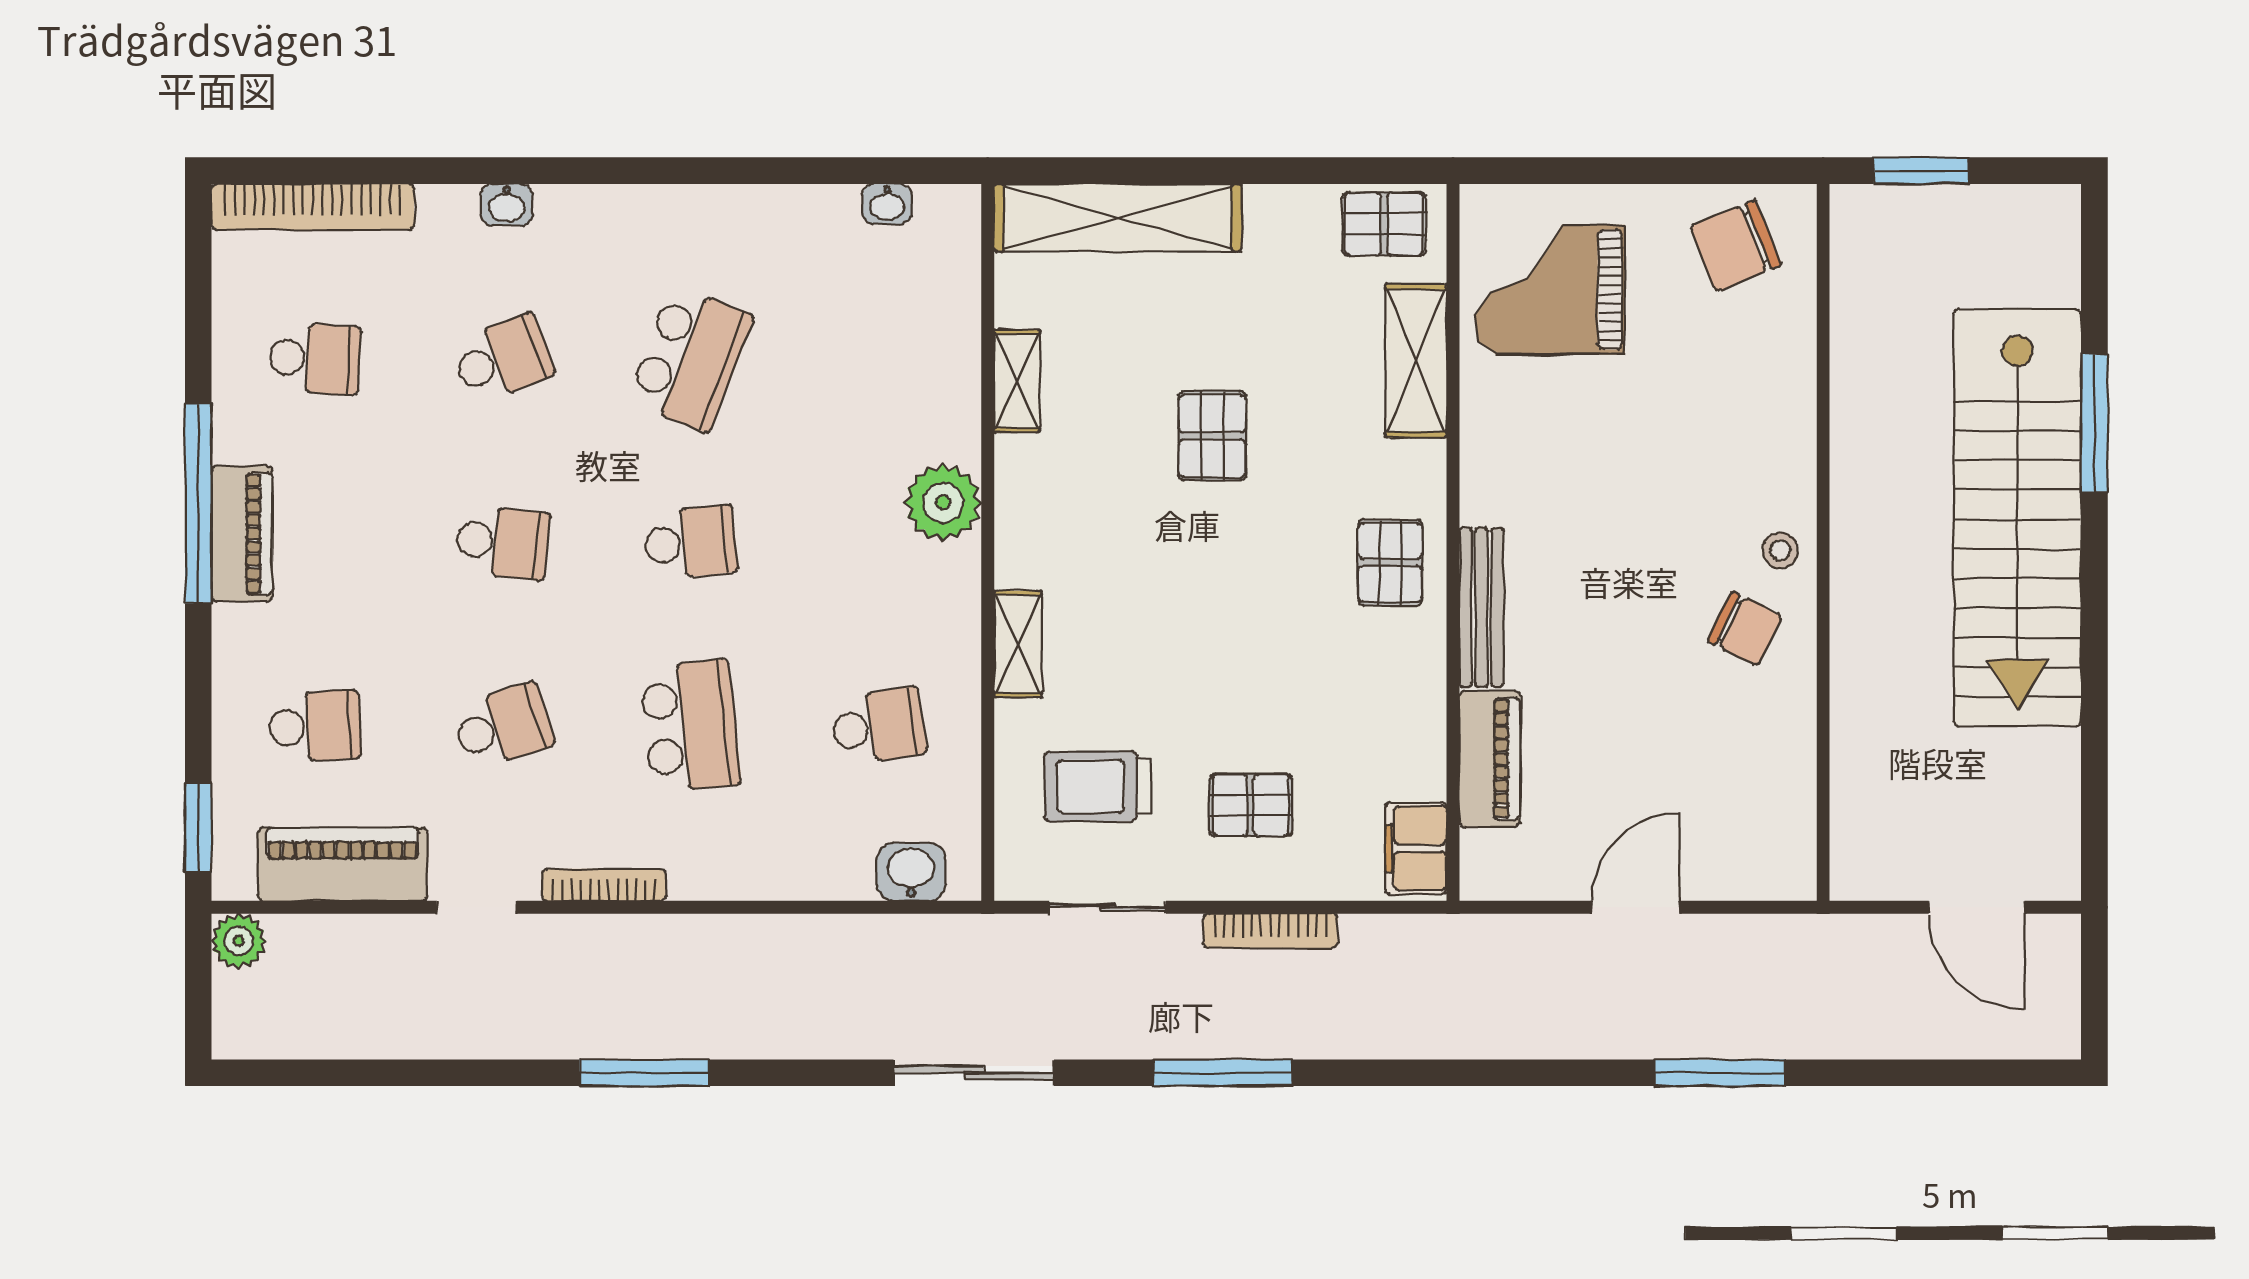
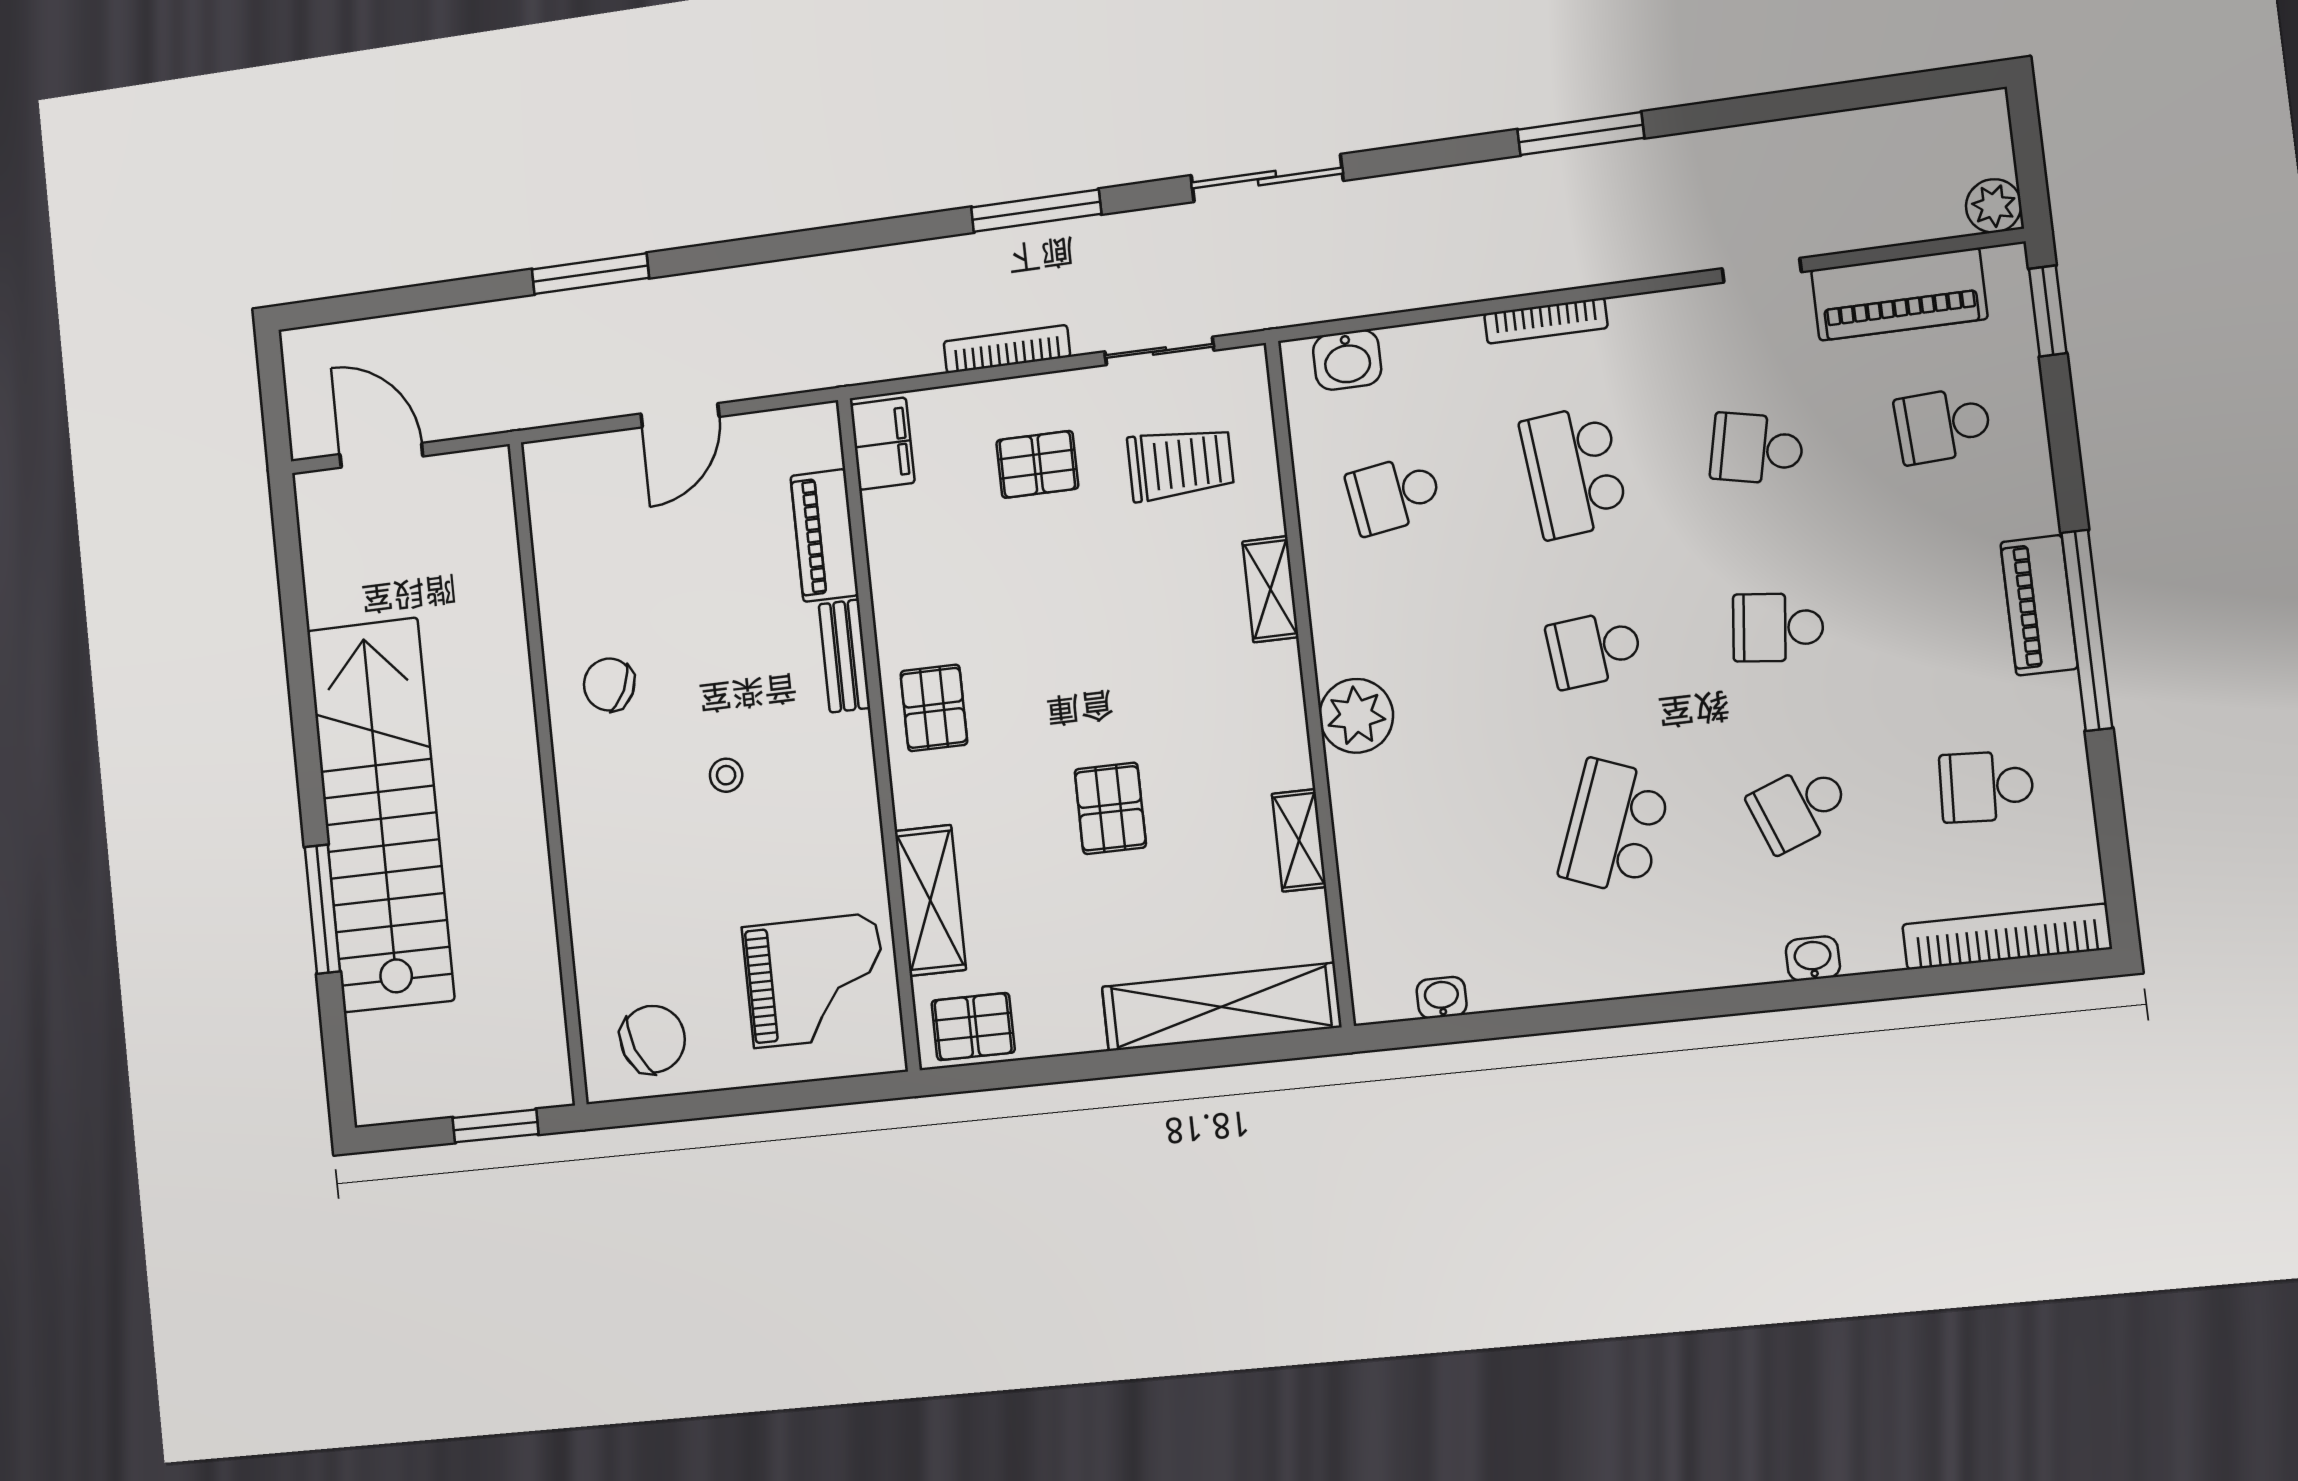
stool: (1780, 550) -> (726, 775), moved
bench: (1482, 607) -> (844, 656), width x0.73
school desk: (503, 726) -> (1757, 449), turned 30
bookcase: (604, 885) -> (1546, 321), moved

